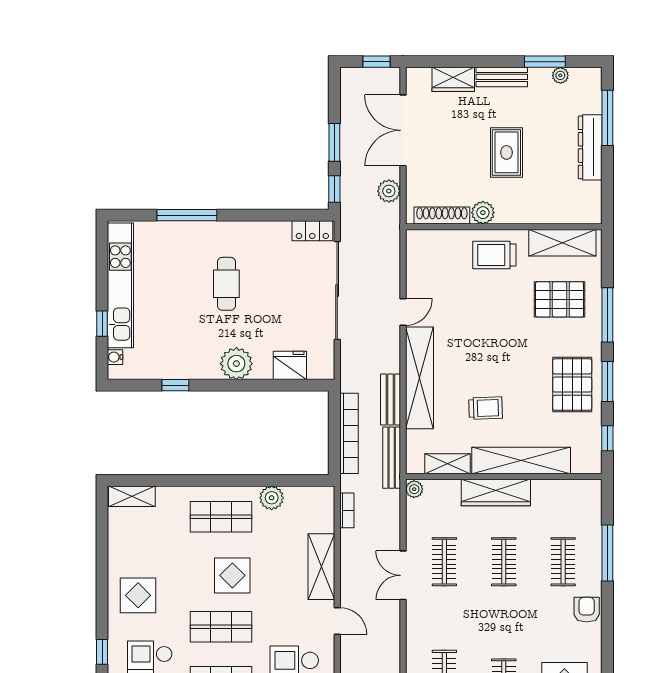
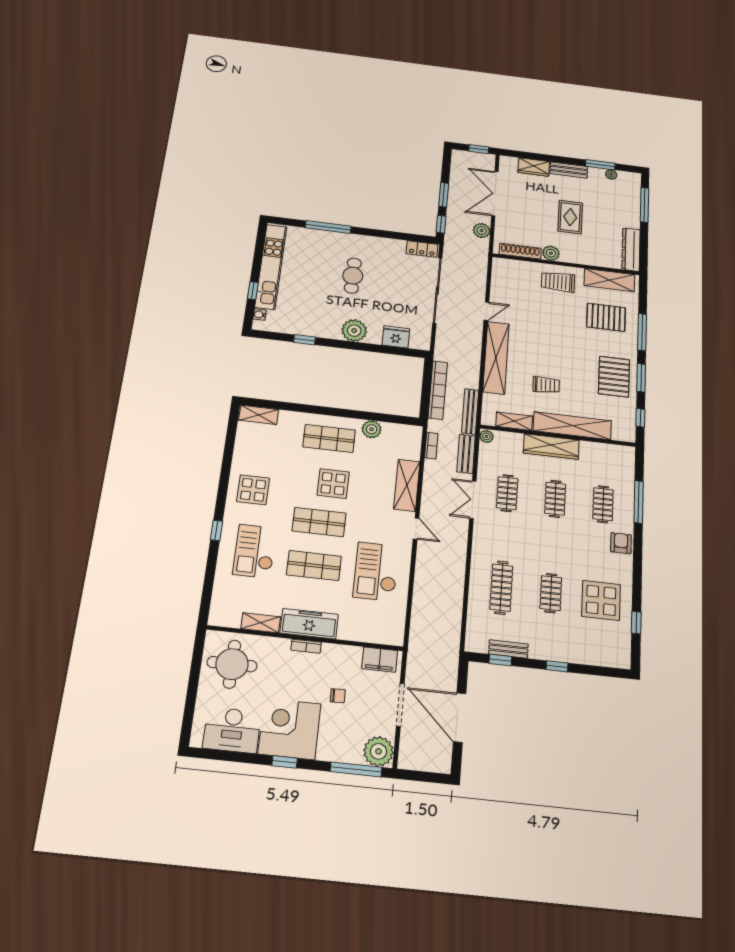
dresser: (590, 147) -> (631, 249), moved
bench: (391, 399) -> (466, 454), moved

